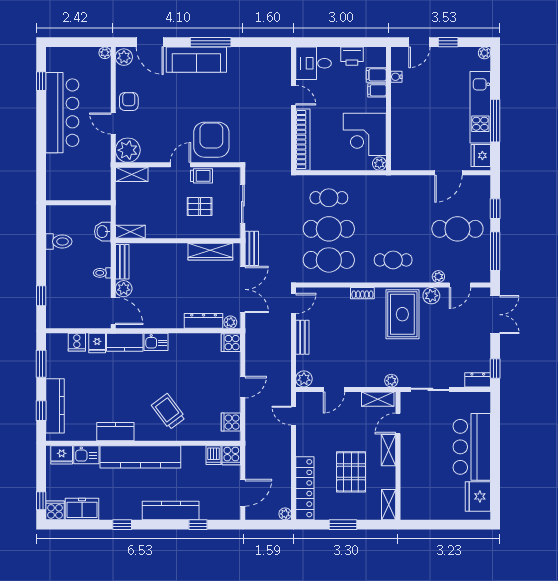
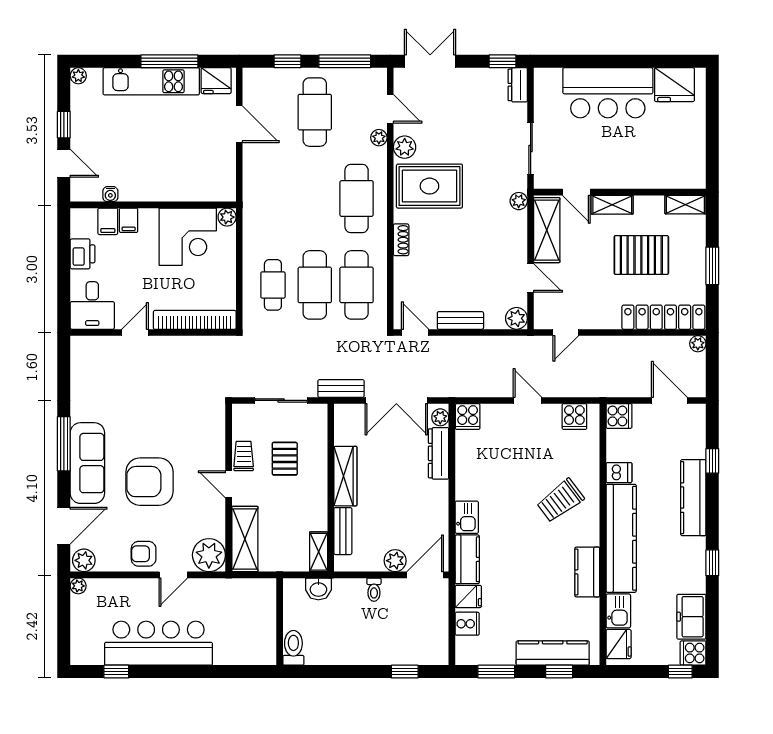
armchair: (211, 140) -> (150, 482), moved
shelving: (132, 174) -> (245, 539), width x1.50, depth x1.33
toilet: (59, 242) -> (293, 648), moved
wardrobe: (210, 252) -> (345, 476), moved
cafe table: (393, 260) -> (357, 198), width x1.37, depth x1.35
bench: (122, 262) -> (343, 531), moved, turned 90
double door: (243, 289) -> (396, 400), swing flipped
shelving: (378, 399) -> (547, 230), width x1.50, depth x1.33
dishwasher: (213, 455) -> (619, 473), moved

